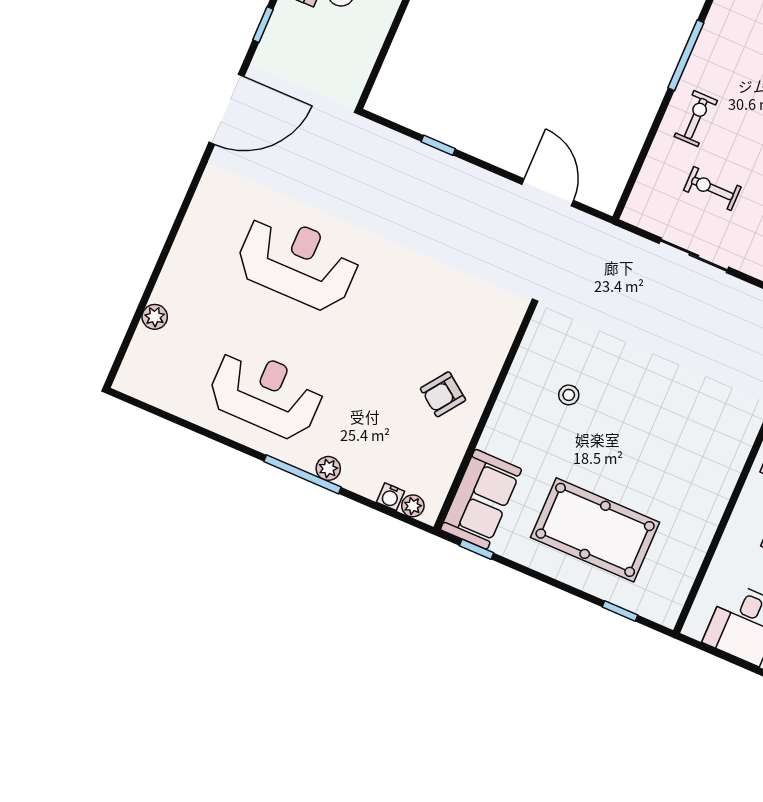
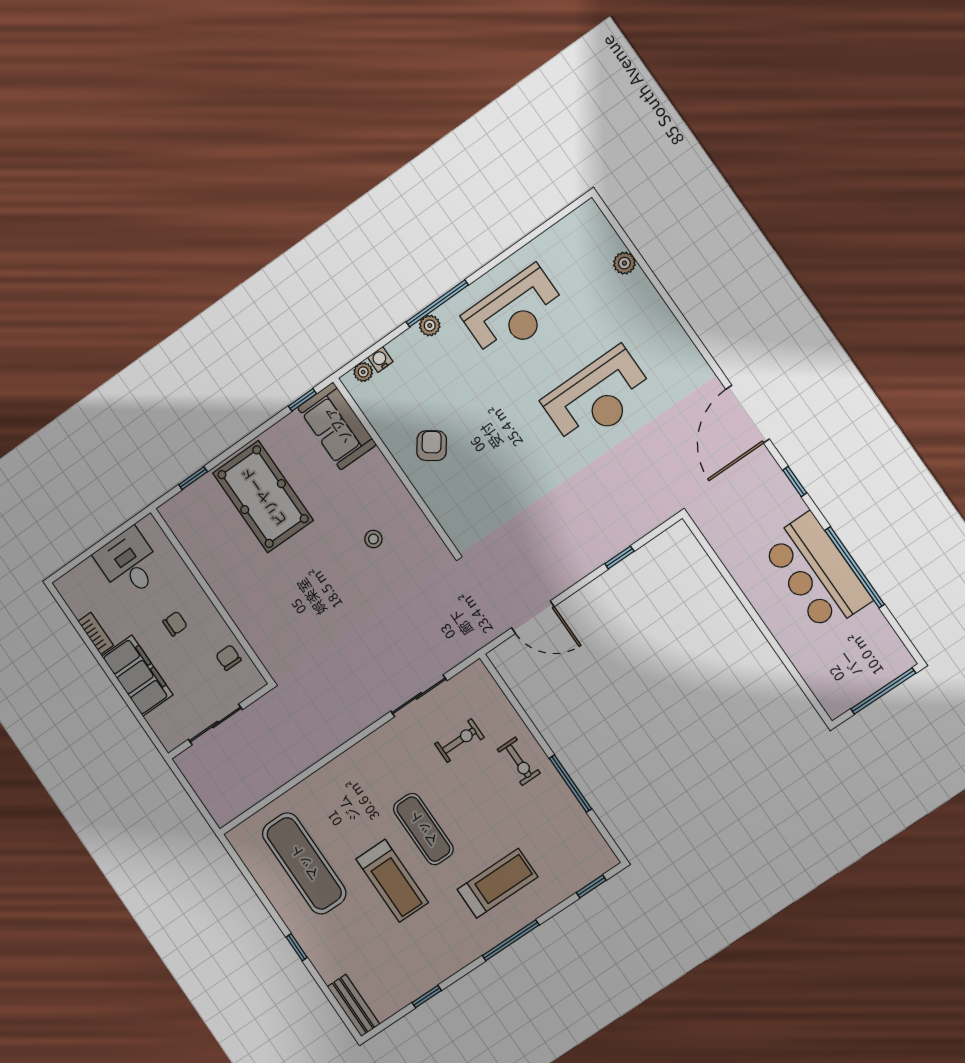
pool table: (595, 530) -> (263, 497), turned 90

